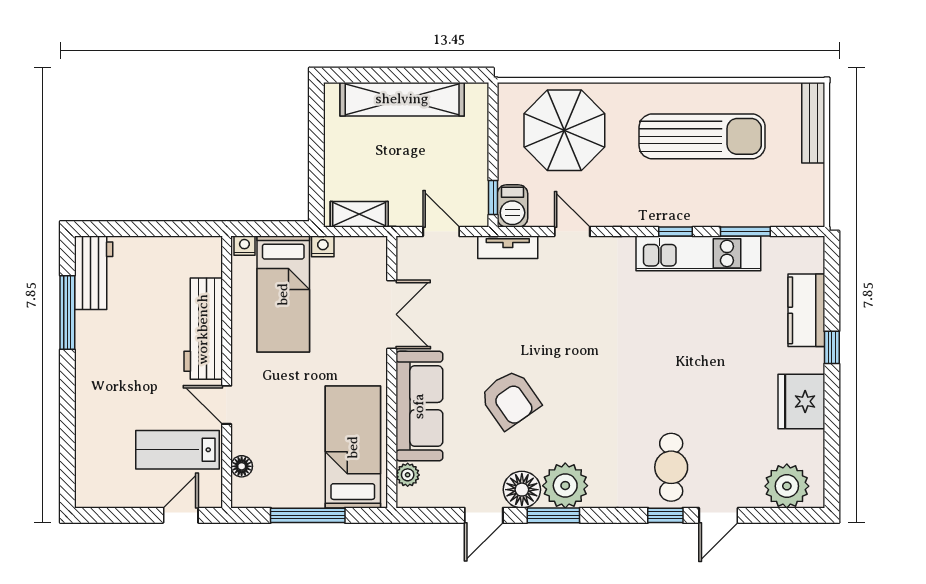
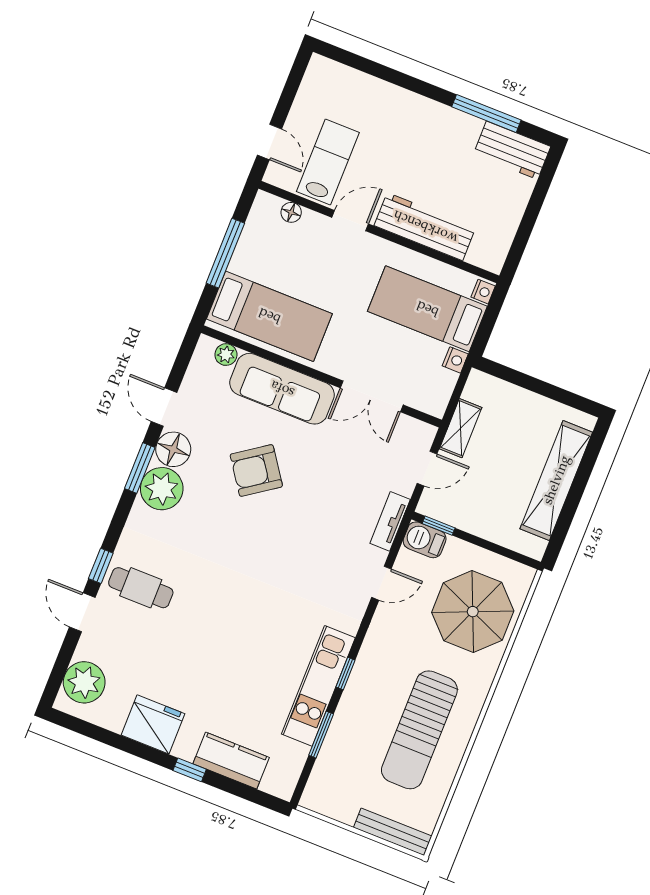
shelving: (359, 214) -> (461, 428), moved

